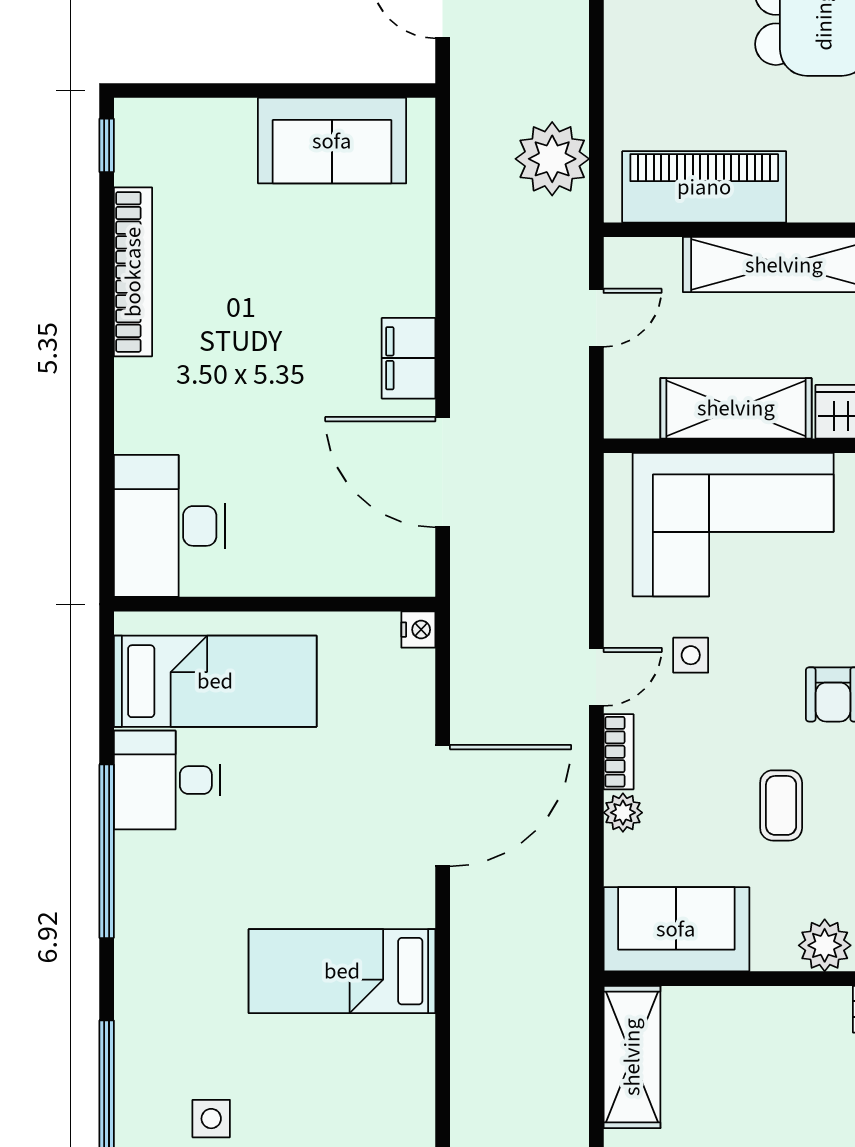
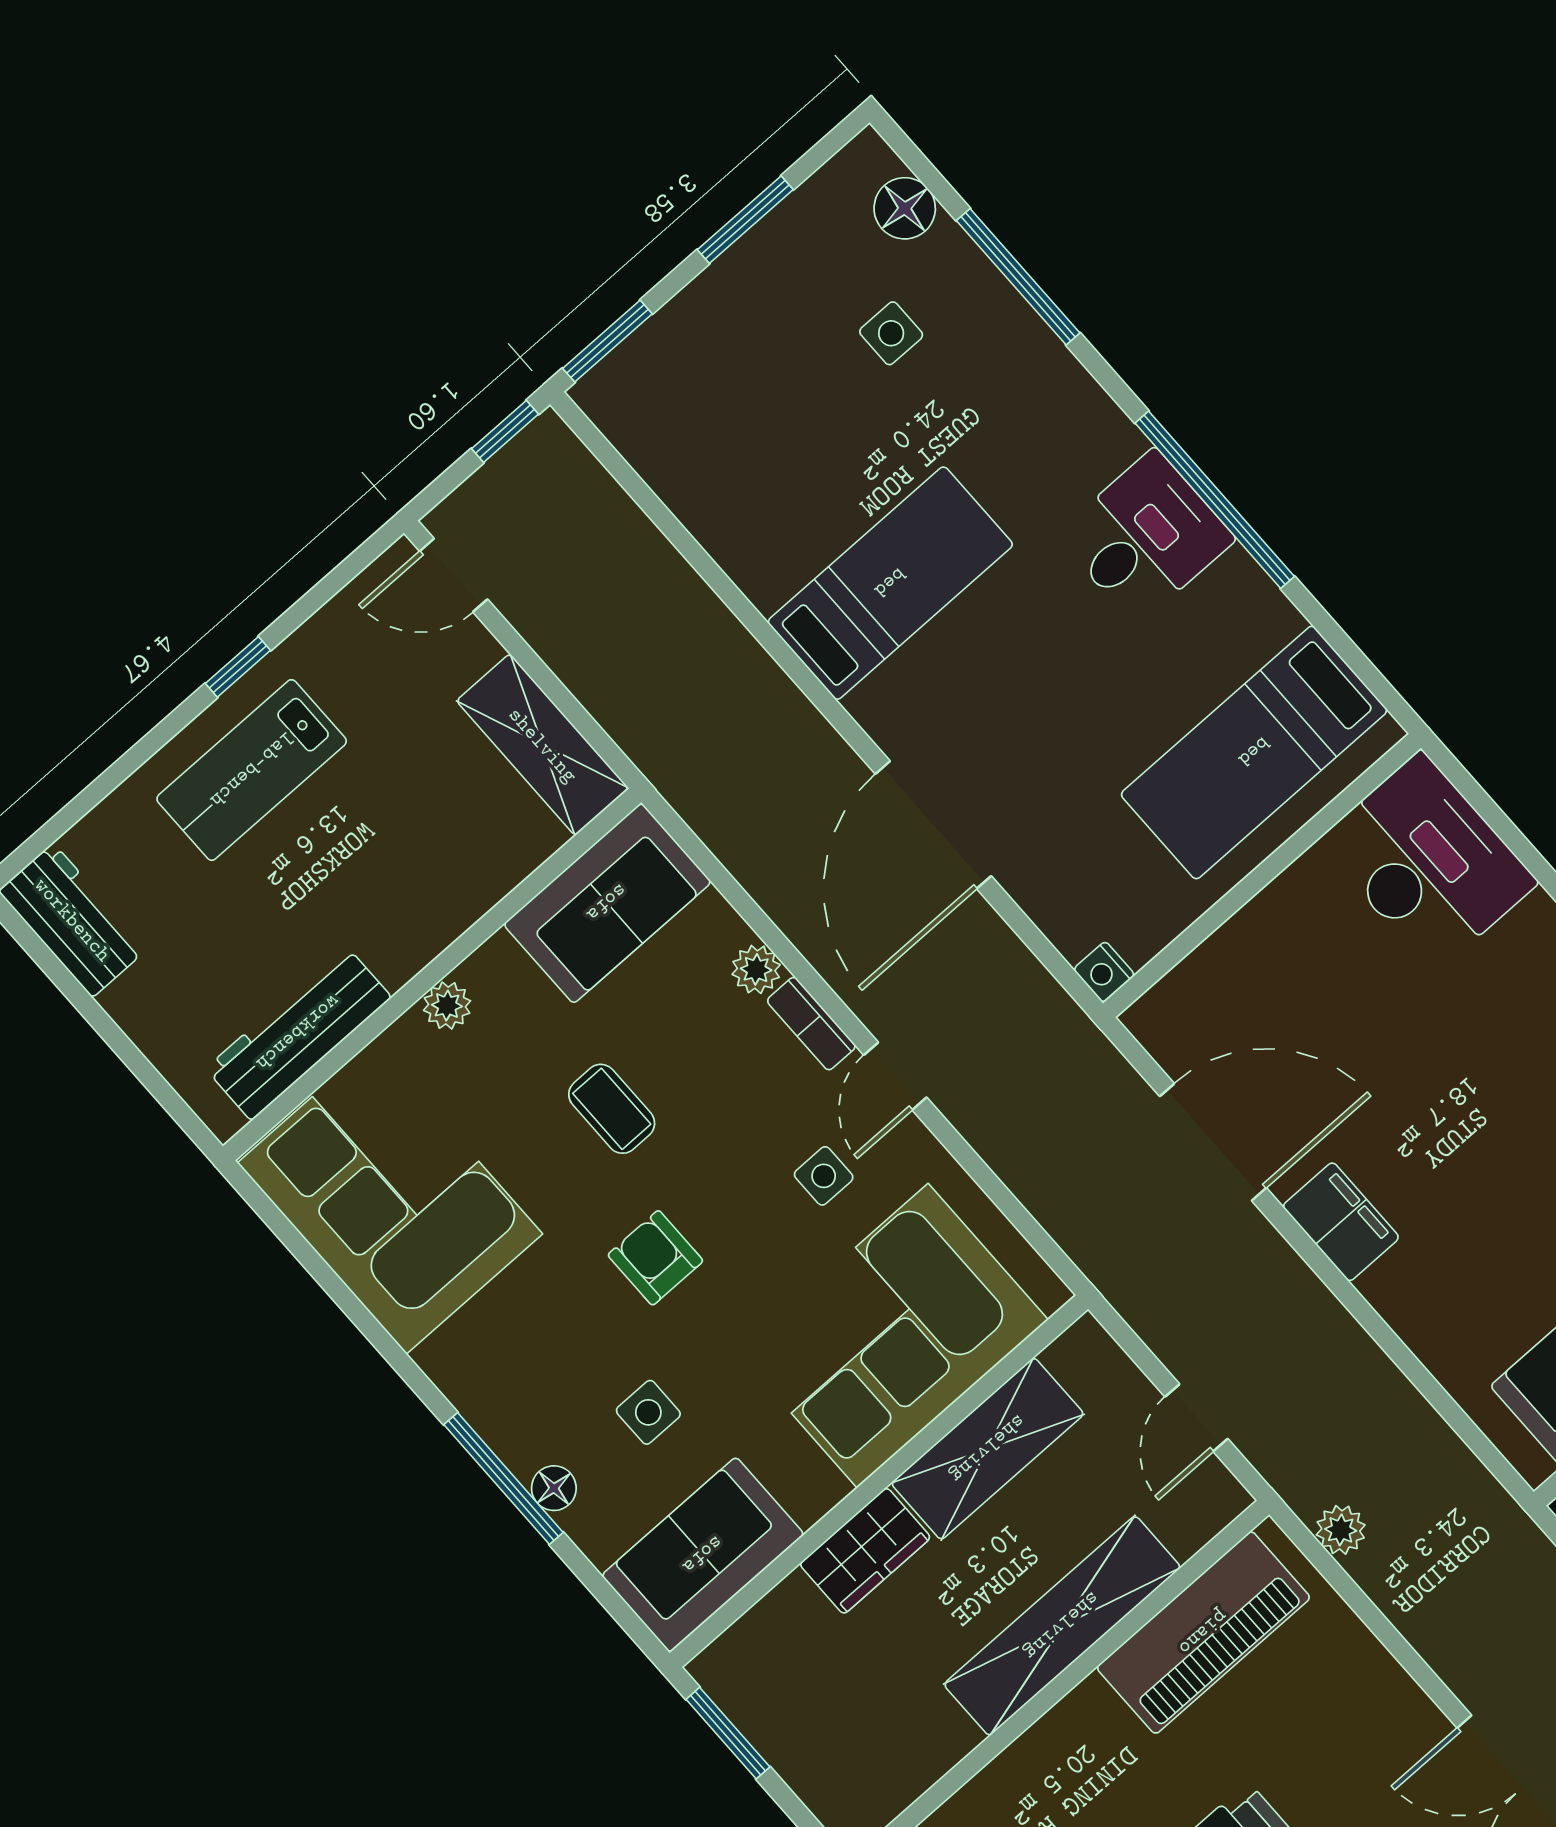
plant: (552, 159) -> (1341, 1530), width x0.53, depth x0.53
desk: (167, 780) -> (1145, 537), moved
plant: (825, 945) -> (447, 1006), width x0.73, depth x0.73

